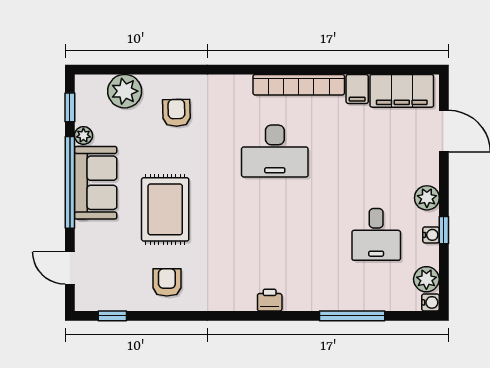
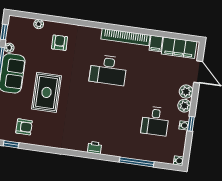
plant: (125, 91) -> (39, 24), width x0.53, depth x0.53
plant: (426, 279) -> (186, 92), moved
armchair: (167, 282) -> (24, 127), moved, turned 90

